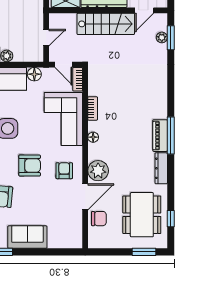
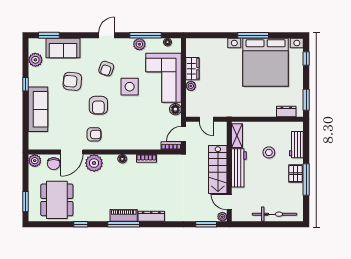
plant: (162, 37) -> (222, 217), moved
corner sofa: (63, 119) -> (138, 134), removed
dresser: (161, 168) -> (151, 216), moved
door: (85, 197) -> (72, 152), hinge flipped
dining table: (142, 215) -> (57, 200), turned 90
window: (171, 219) -> (81, 224), moved
sofa: (27, 237) -> (38, 109), width x1.36
plant: (95, 241) -> (35, 161), added

